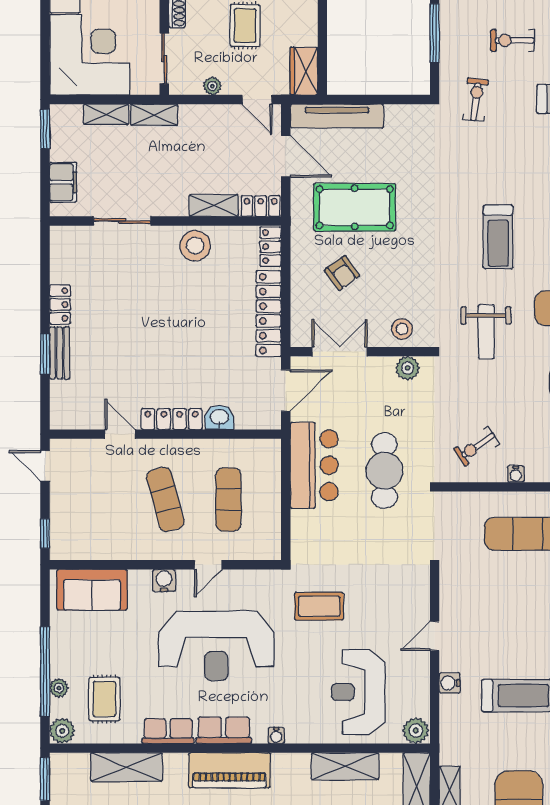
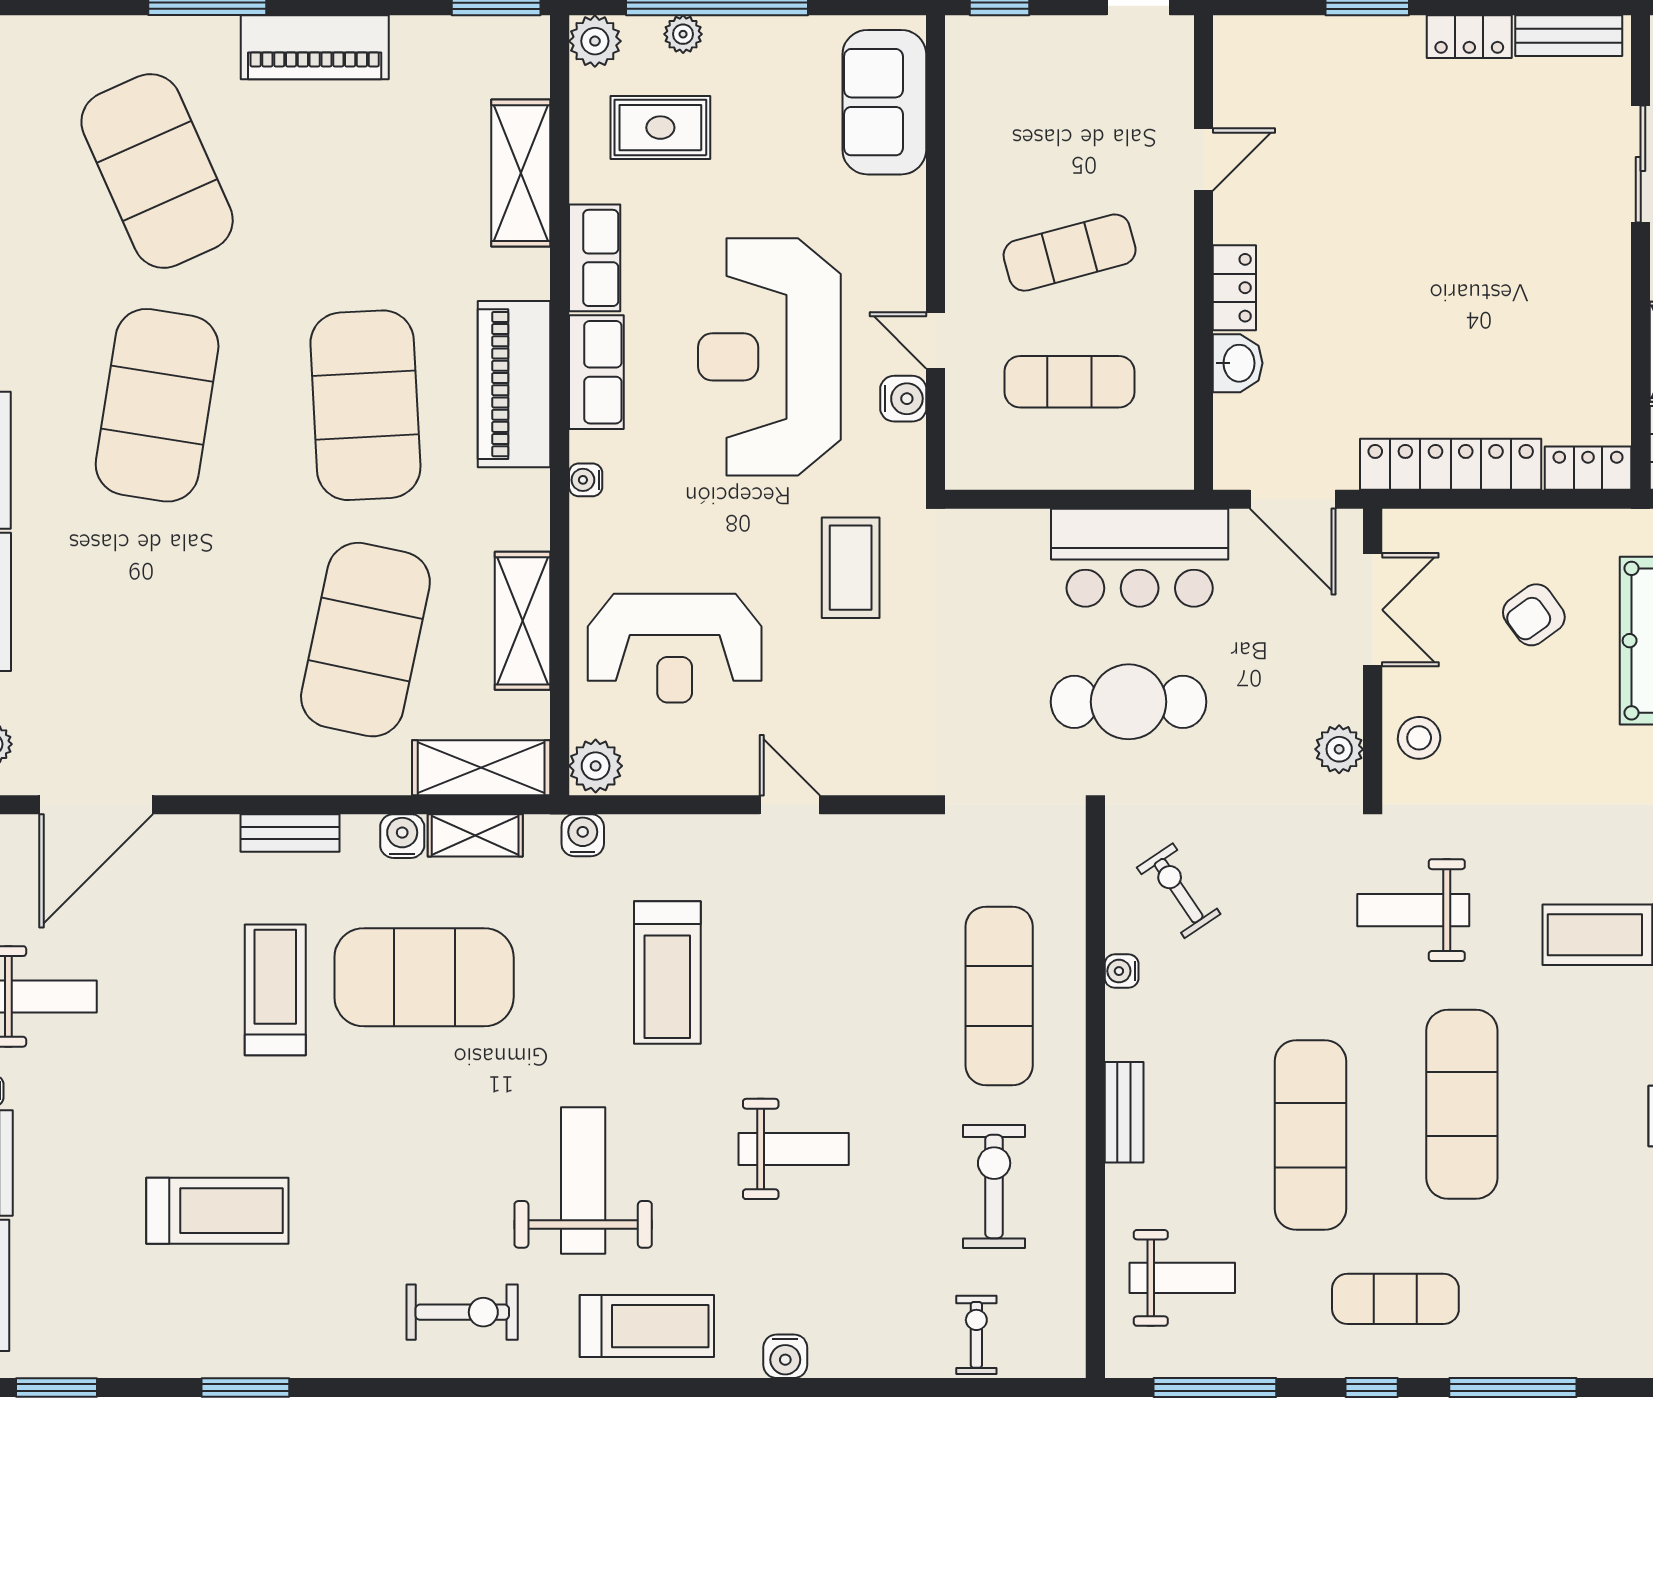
stool: (195, 246) -> (1590, 314), removed
bench: (60, 353) -> (1569, 36), moved
locker: (172, 419) -> (1234, 288), width x0.66
water cooler: (164, 581) -> (903, 399), moved
water cooler: (450, 683) -> (583, 835), moved
reception desk: (358, 692) -> (675, 648), turned 180

